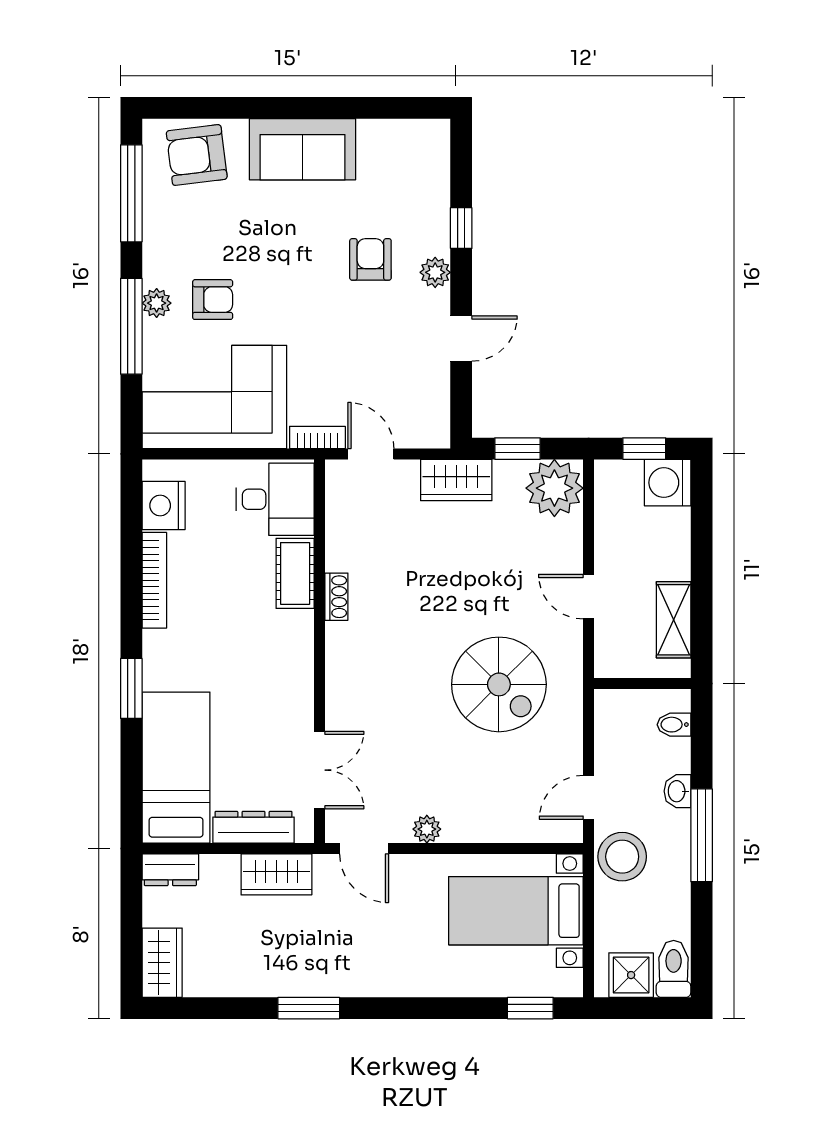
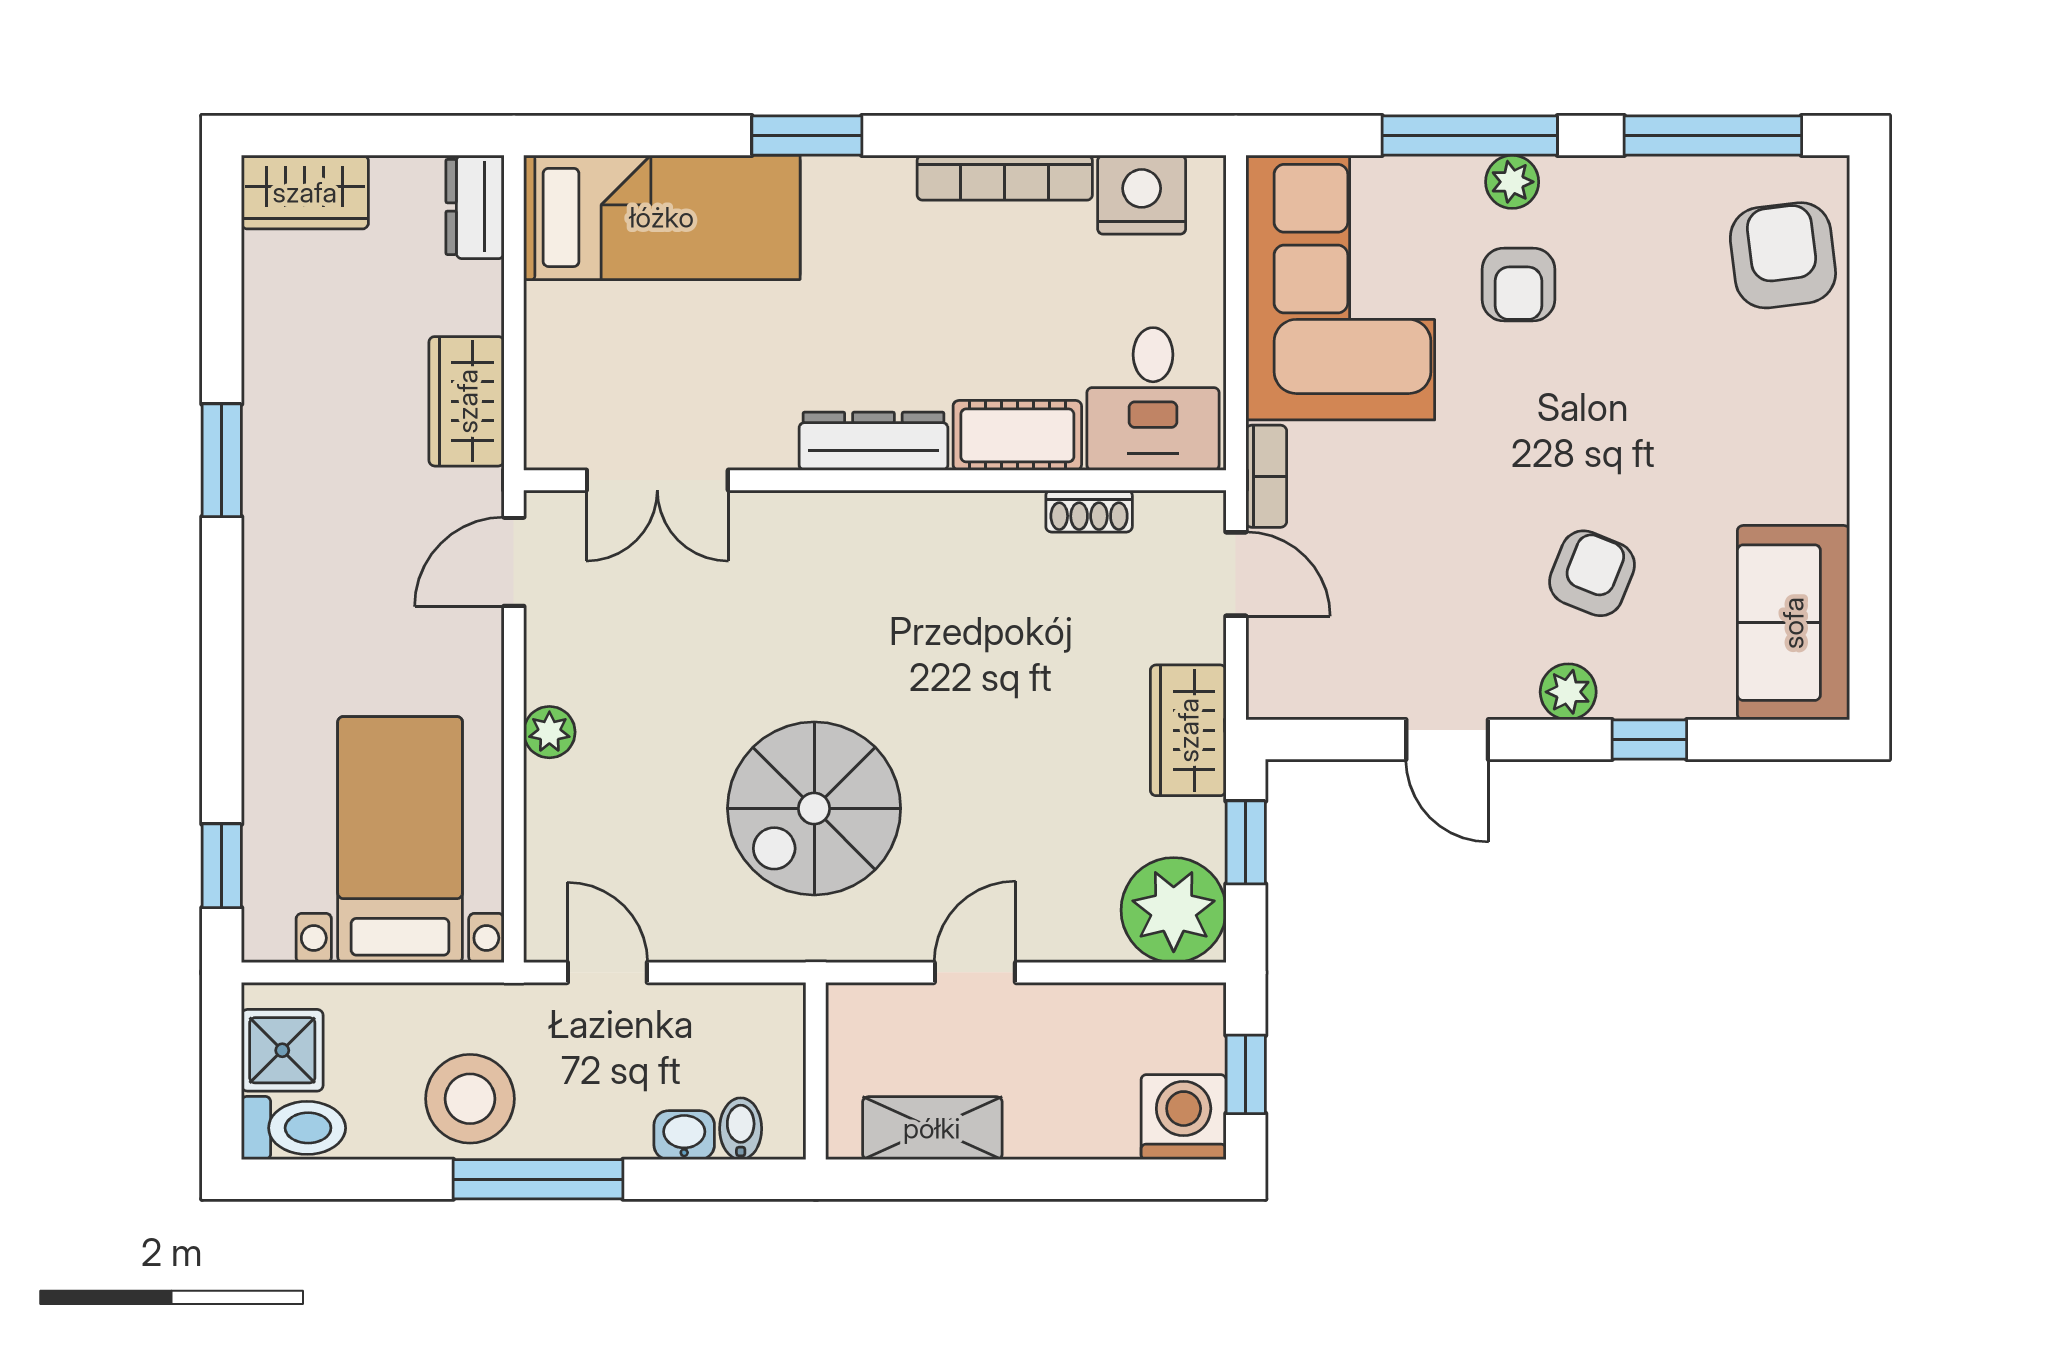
sofa: (302, 149) -> (1793, 623), moved
armchair: (370, 259) -> (1592, 573), turned -68
door: (371, 454) -> (1236, 574), hinge flipped
shoe rack: (336, 597) -> (1089, 511), moved
washbasin: (677, 791) -> (684, 1135), moved
dresser: (253, 827) -> (873, 441), moved, turned -90
plant: (427, 829) -> (549, 732), moved
stool: (622, 857) -> (470, 1099), moved

